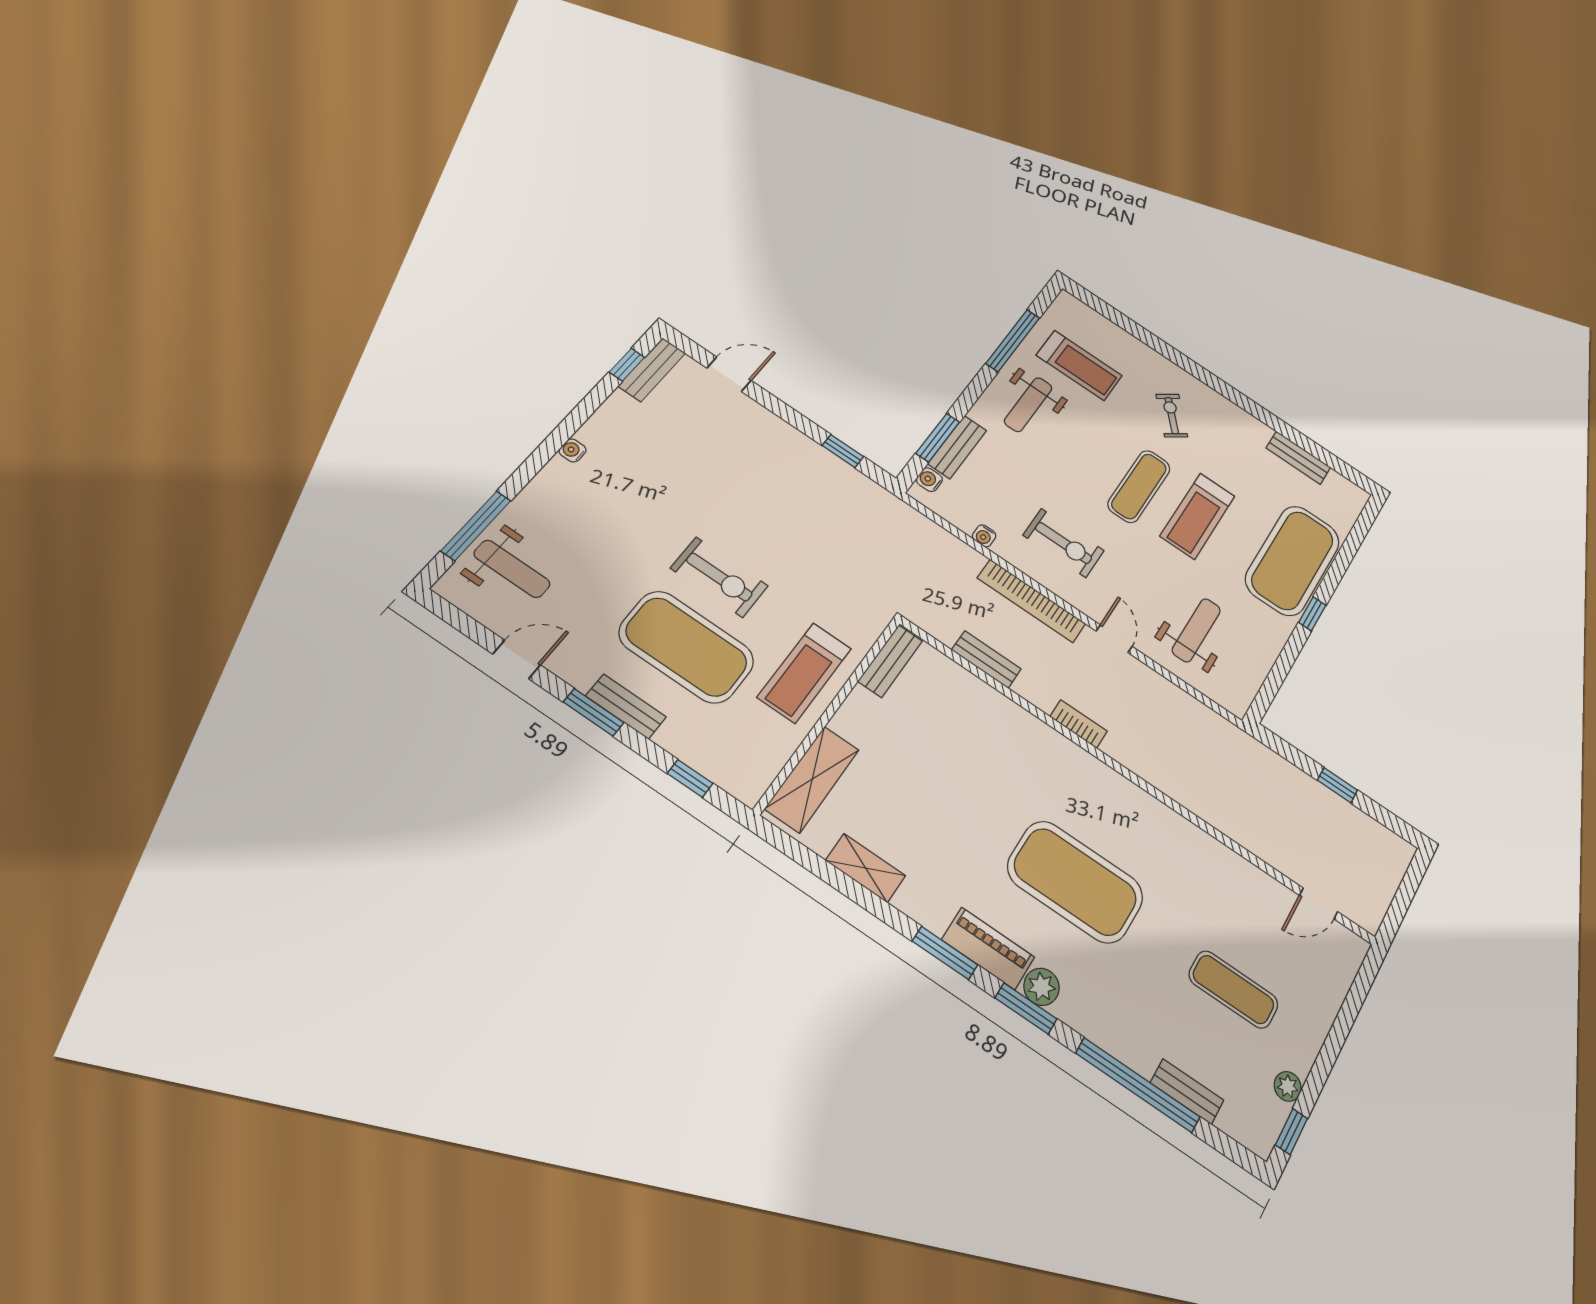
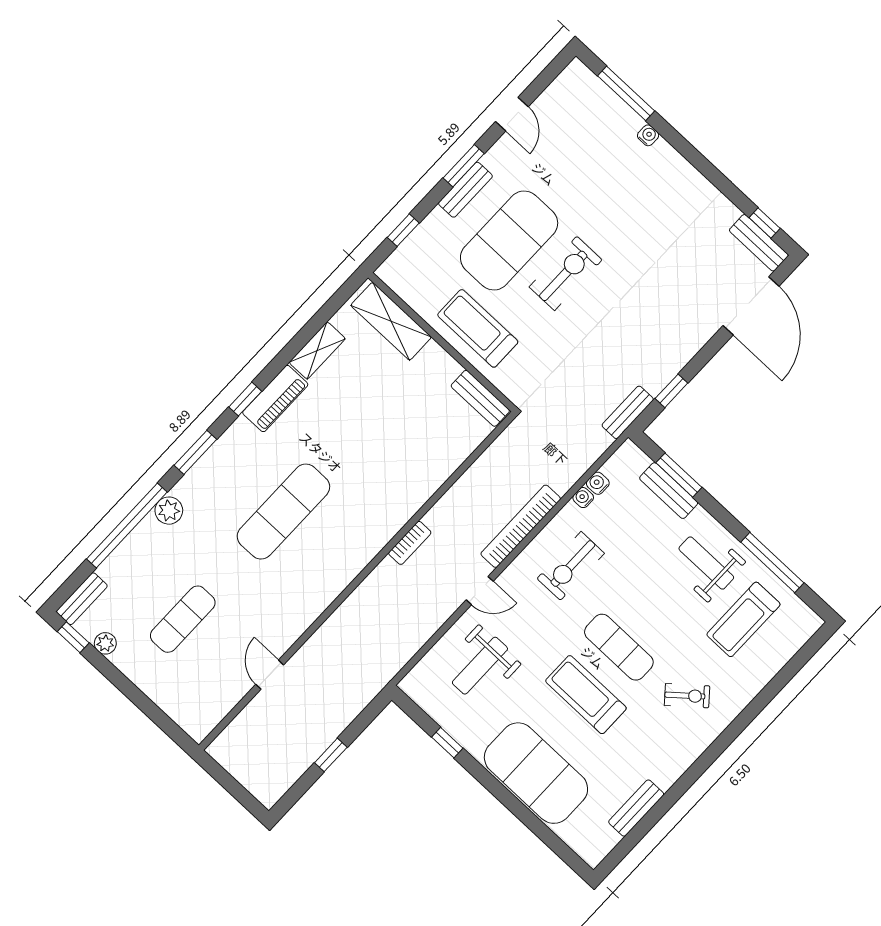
door: (729, 374) -> (751, 306), width x1.87
water cooler: (573, 450) -> (648, 135), moved
water cooler: (929, 480) -> (598, 483), moved, turned -90
weight bench: (512, 569) -> (587, 117), removed
exercise bike: (719, 577) -> (566, 273), turned 180
window: (1312, 614) -> (447, 743), moved
weight bench: (1196, 630) -> (480, 666), turned 90
bench: (986, 659) -> (628, 412), moved
exercise mat: (1075, 882) -> (283, 512), width x0.68
door: (1319, 903) -> (270, 675), moved
piano: (988, 948) -> (275, 399), moved
window: (945, 953) -> (245, 399), width x0.67
plant: (1041, 987) -> (169, 511), moved
bench: (1187, 1091) -> (82, 599), moved

